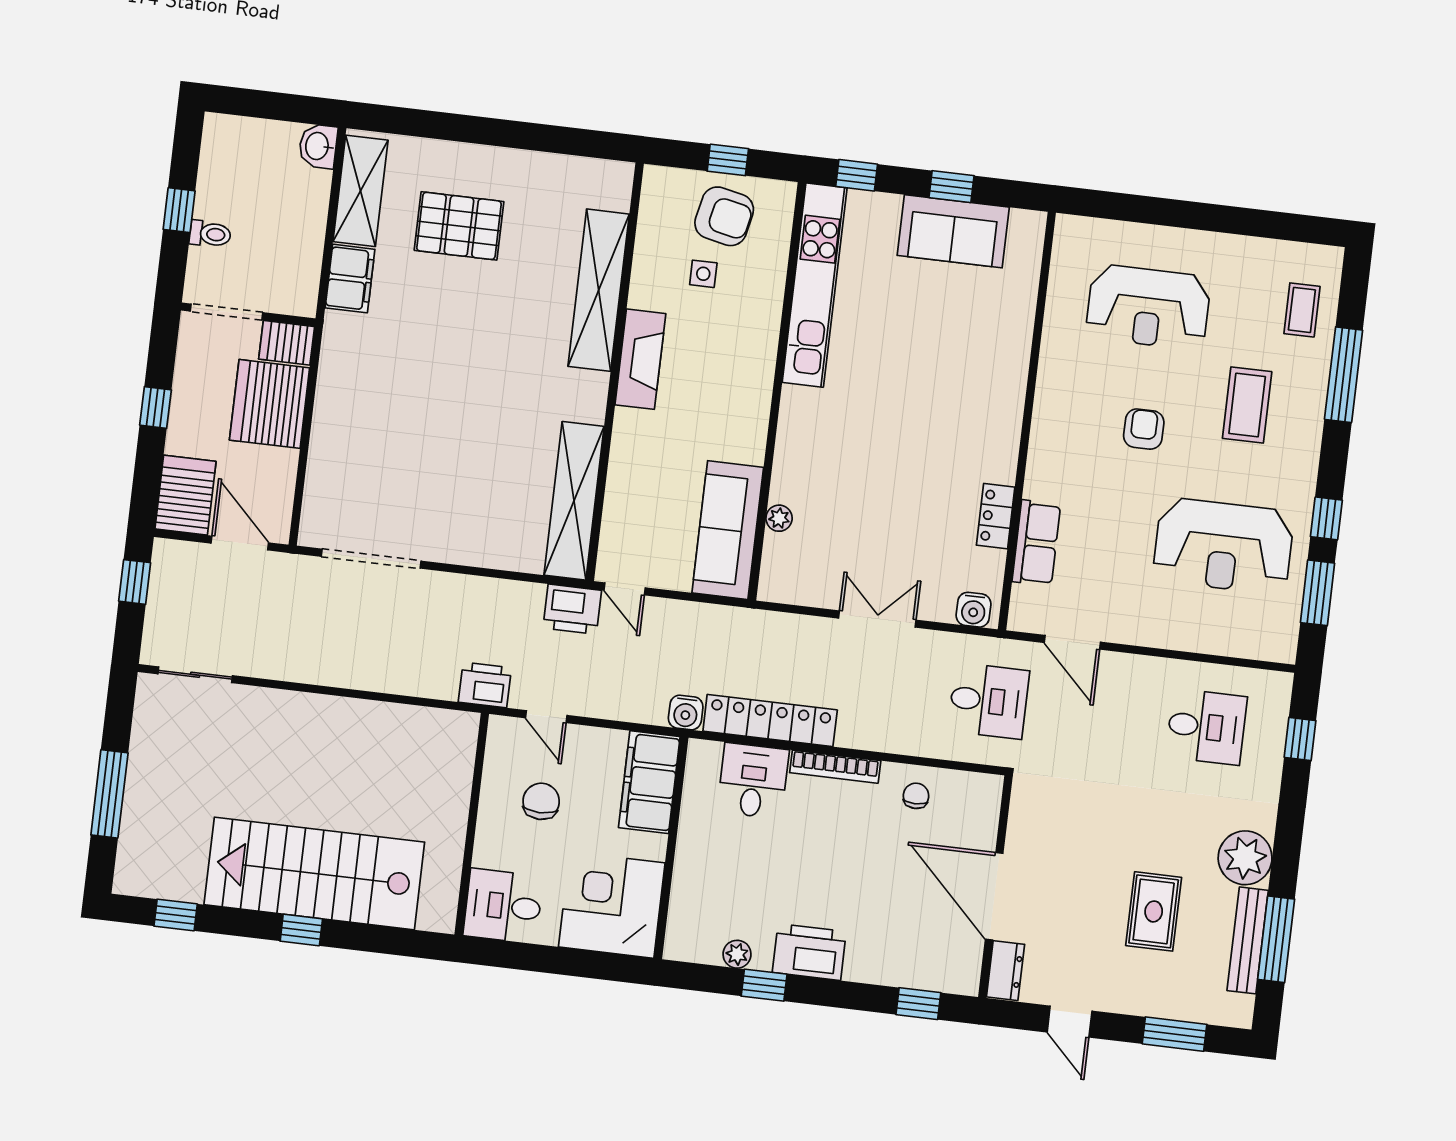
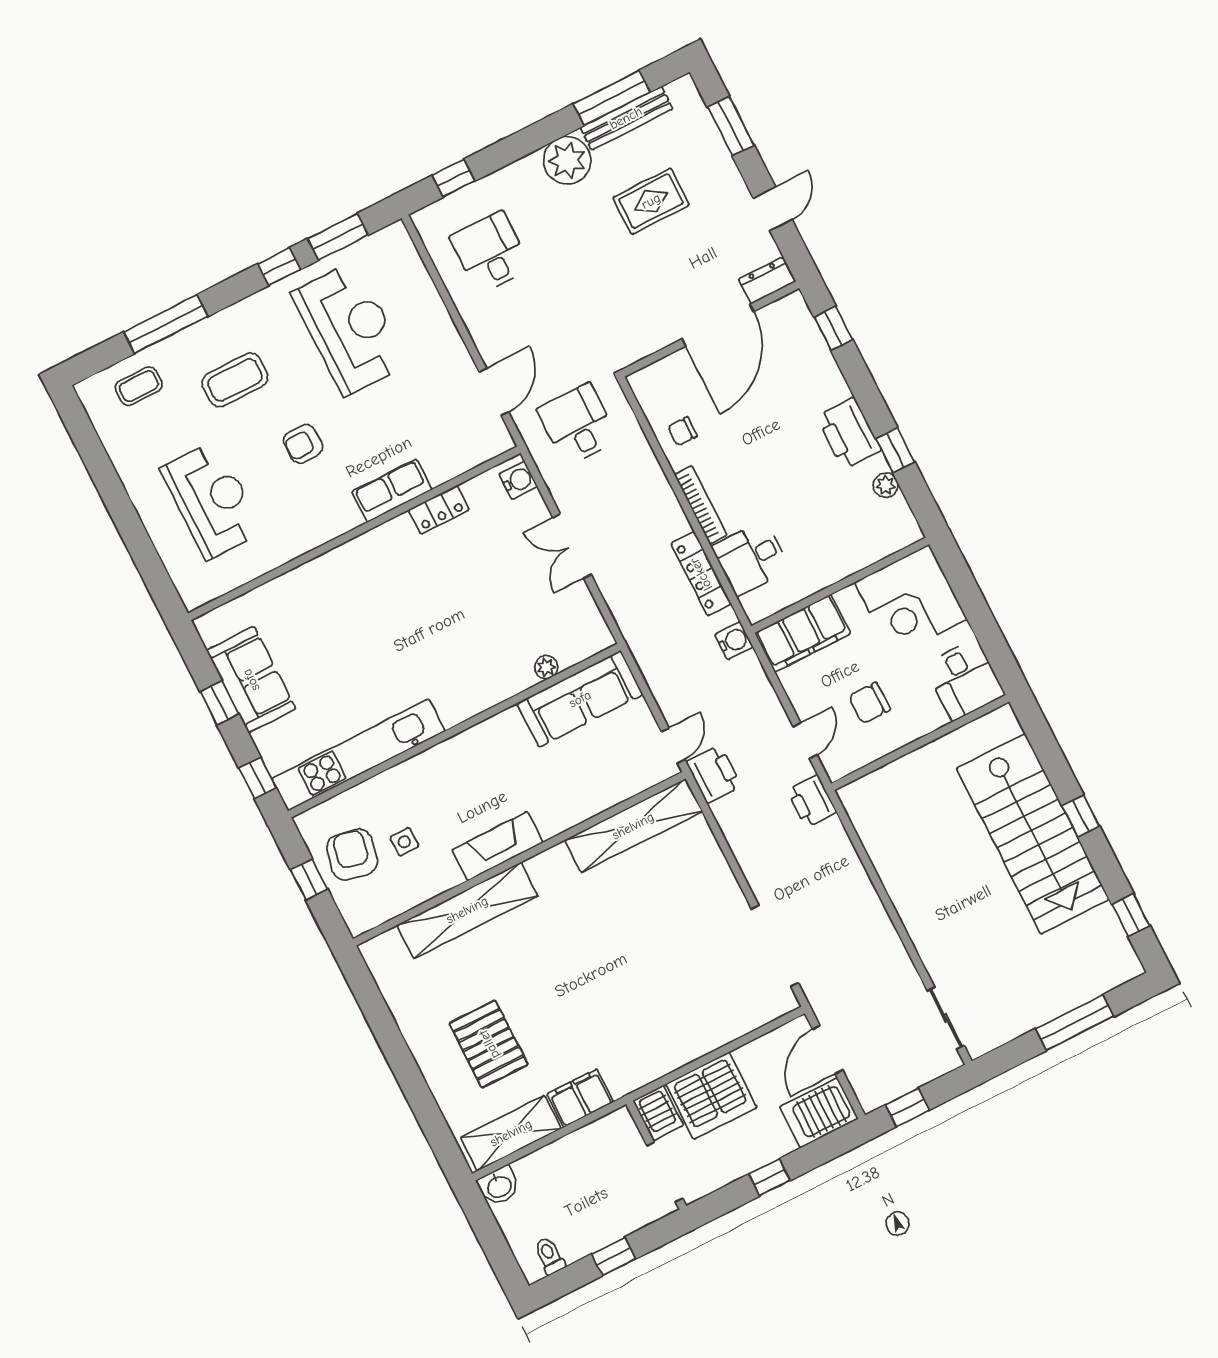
toilet: (210, 234) -> (549, 1256), moved
row of seats: (1036, 543) -> (392, 491), moved
locker: (770, 721) -> (701, 574), width x0.71, depth x0.83

